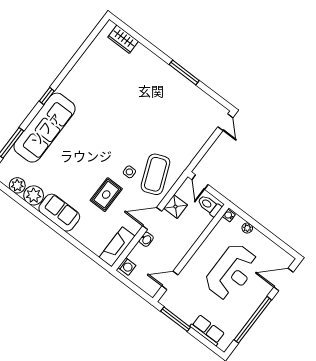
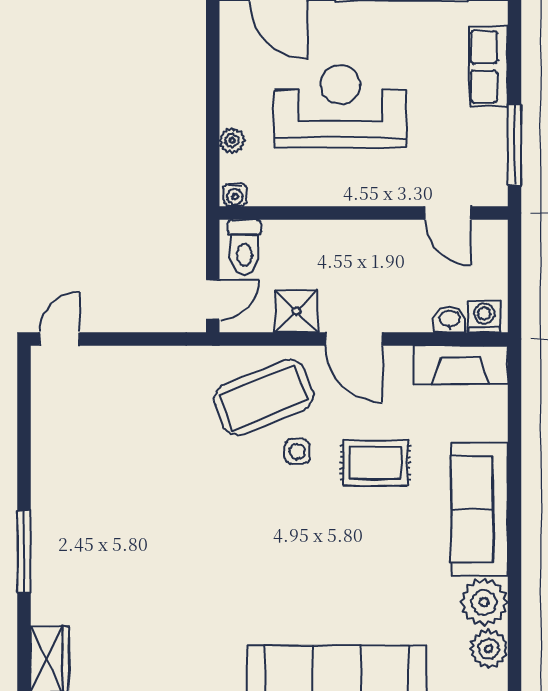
window: (184, 72) -> (24, 552), moved
sofa: (59, 213) -> (479, 509), width x1.36
washbasin: (146, 239) -> (450, 319), moved

